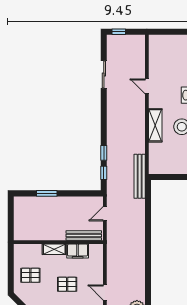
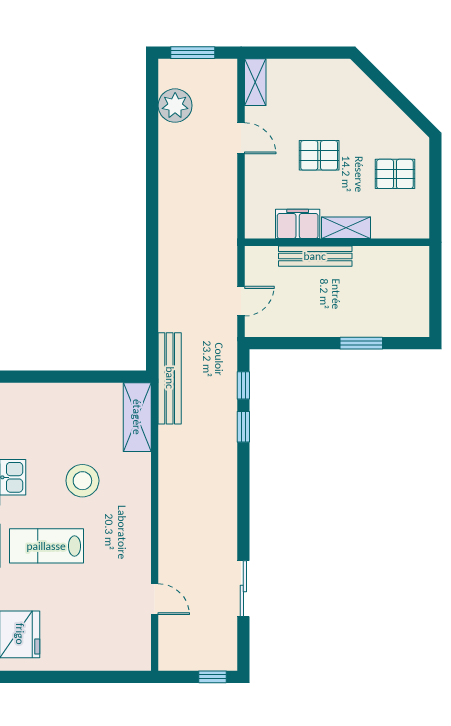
door: (147, 86) -> (155, 599), moved
shelving: (155, 125) -> (137, 417), moved
bench: (84, 235) -> (315, 256), moved

